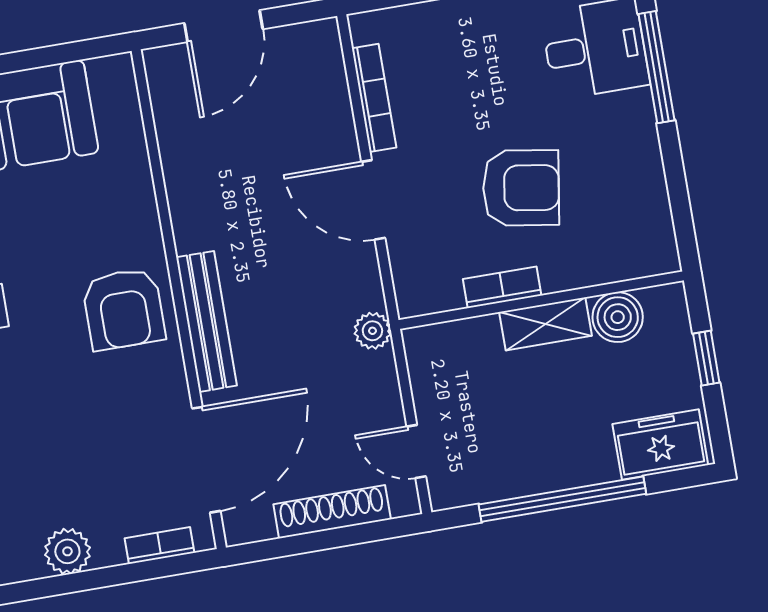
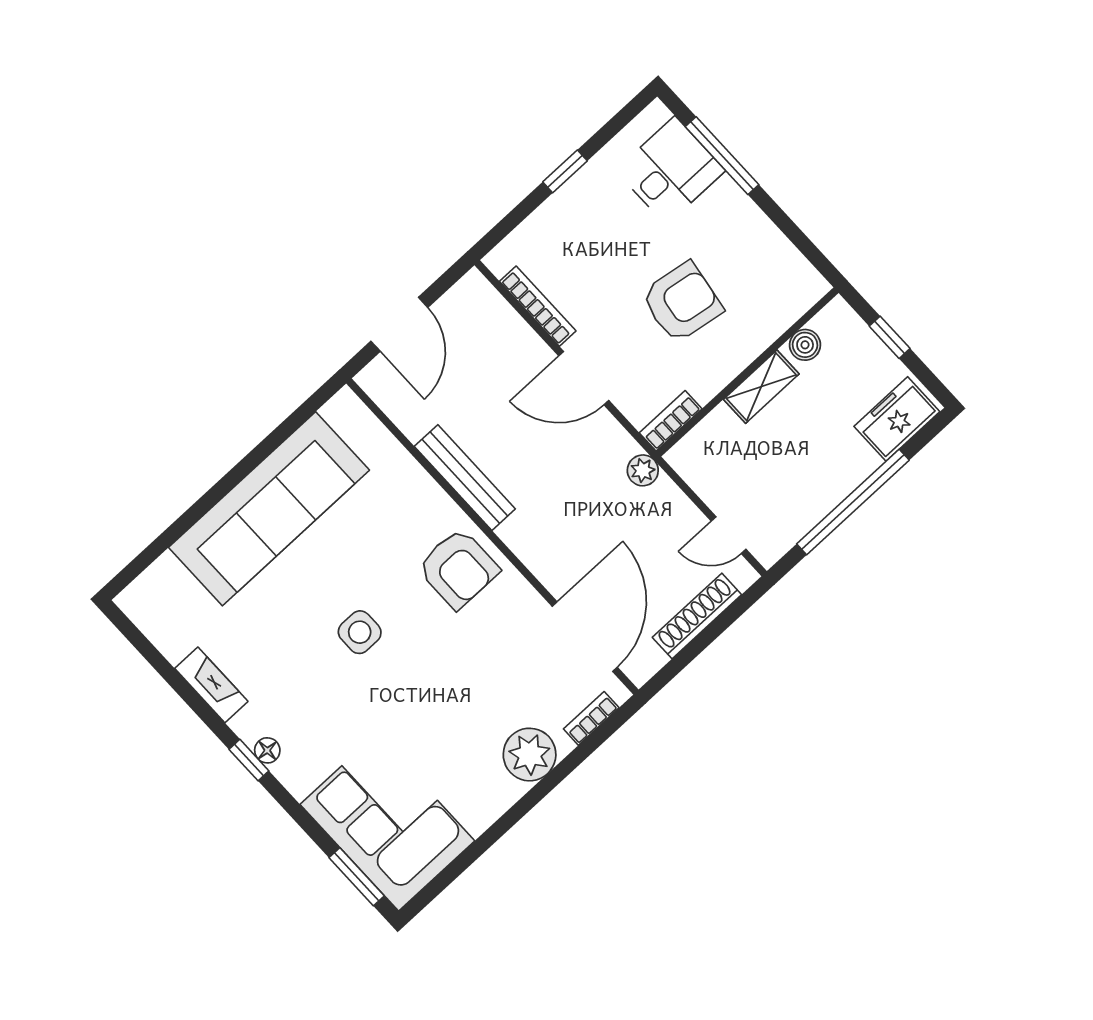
bookcase: (502, 287) -> (671, 421), moved
boiler: (618, 317) -> (805, 345), width x0.73, depth x0.73
bench: (207, 321) -> (465, 478), moved
plant: (67, 551) -> (530, 755), width x1.36, depth x1.36

